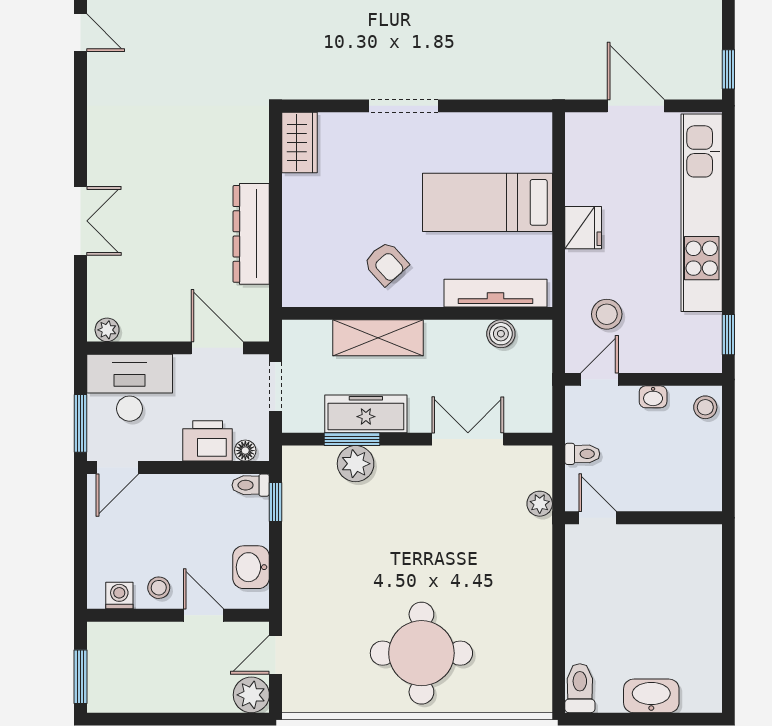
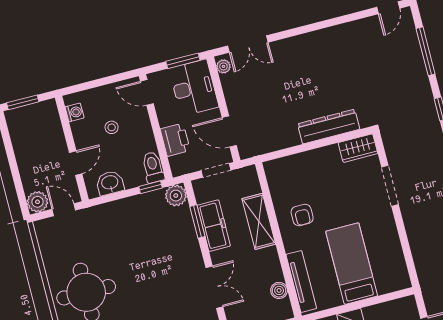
doorway: (404, 106) -> (390, 186), moved
double door: (81, 221) -> (248, 44), moved
dresser: (251, 234) -> (329, 127), moved
armchair: (386, 263) -> (302, 215), turned -48
door: (217, 348) -> (229, 132), swing flipped
window: (81, 423) -> (183, 61), moved
floor lamp: (245, 451) -> (175, 163), removed
plant: (356, 464) -> (176, 196), moved
toilet: (251, 485) -> (153, 167), width x1.37, depth x1.39
stool: (159, 588) -> (112, 127), moved

